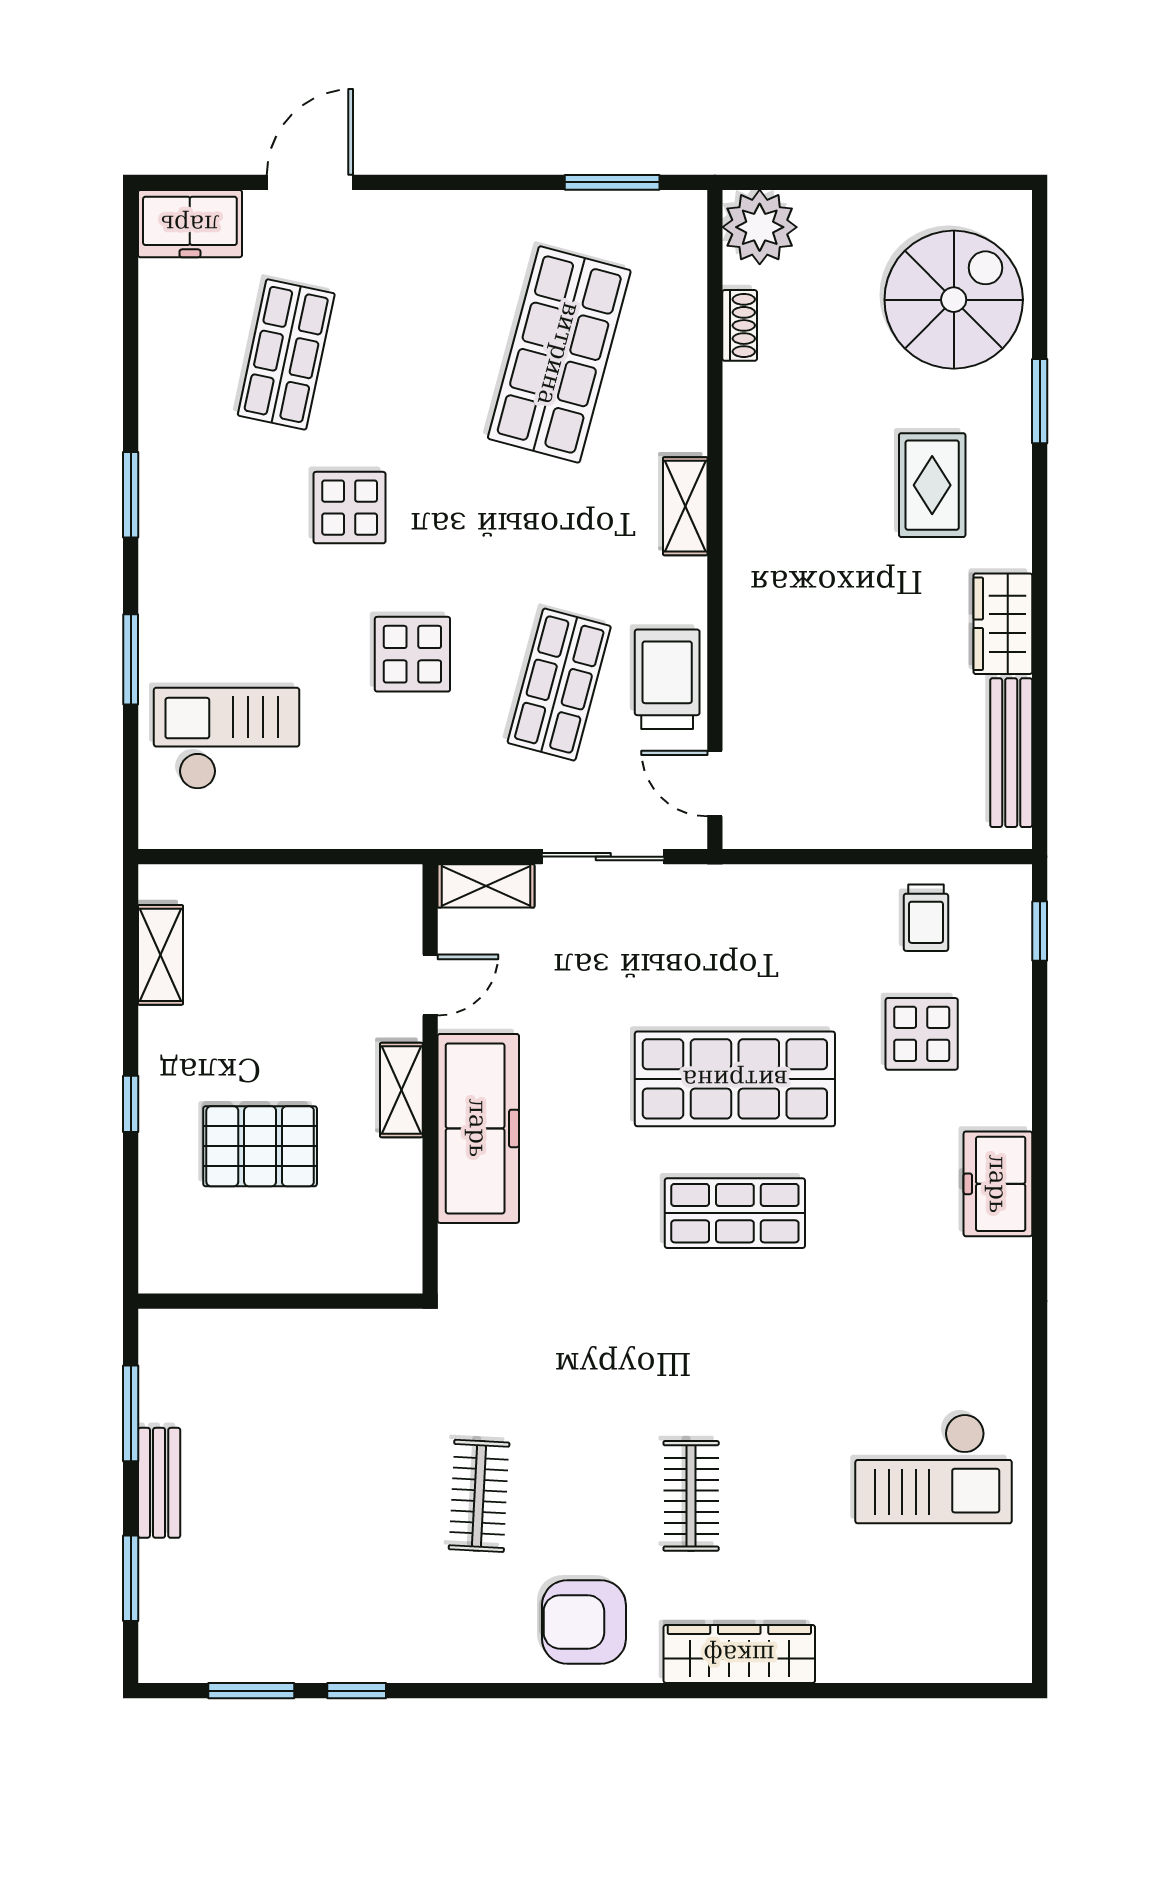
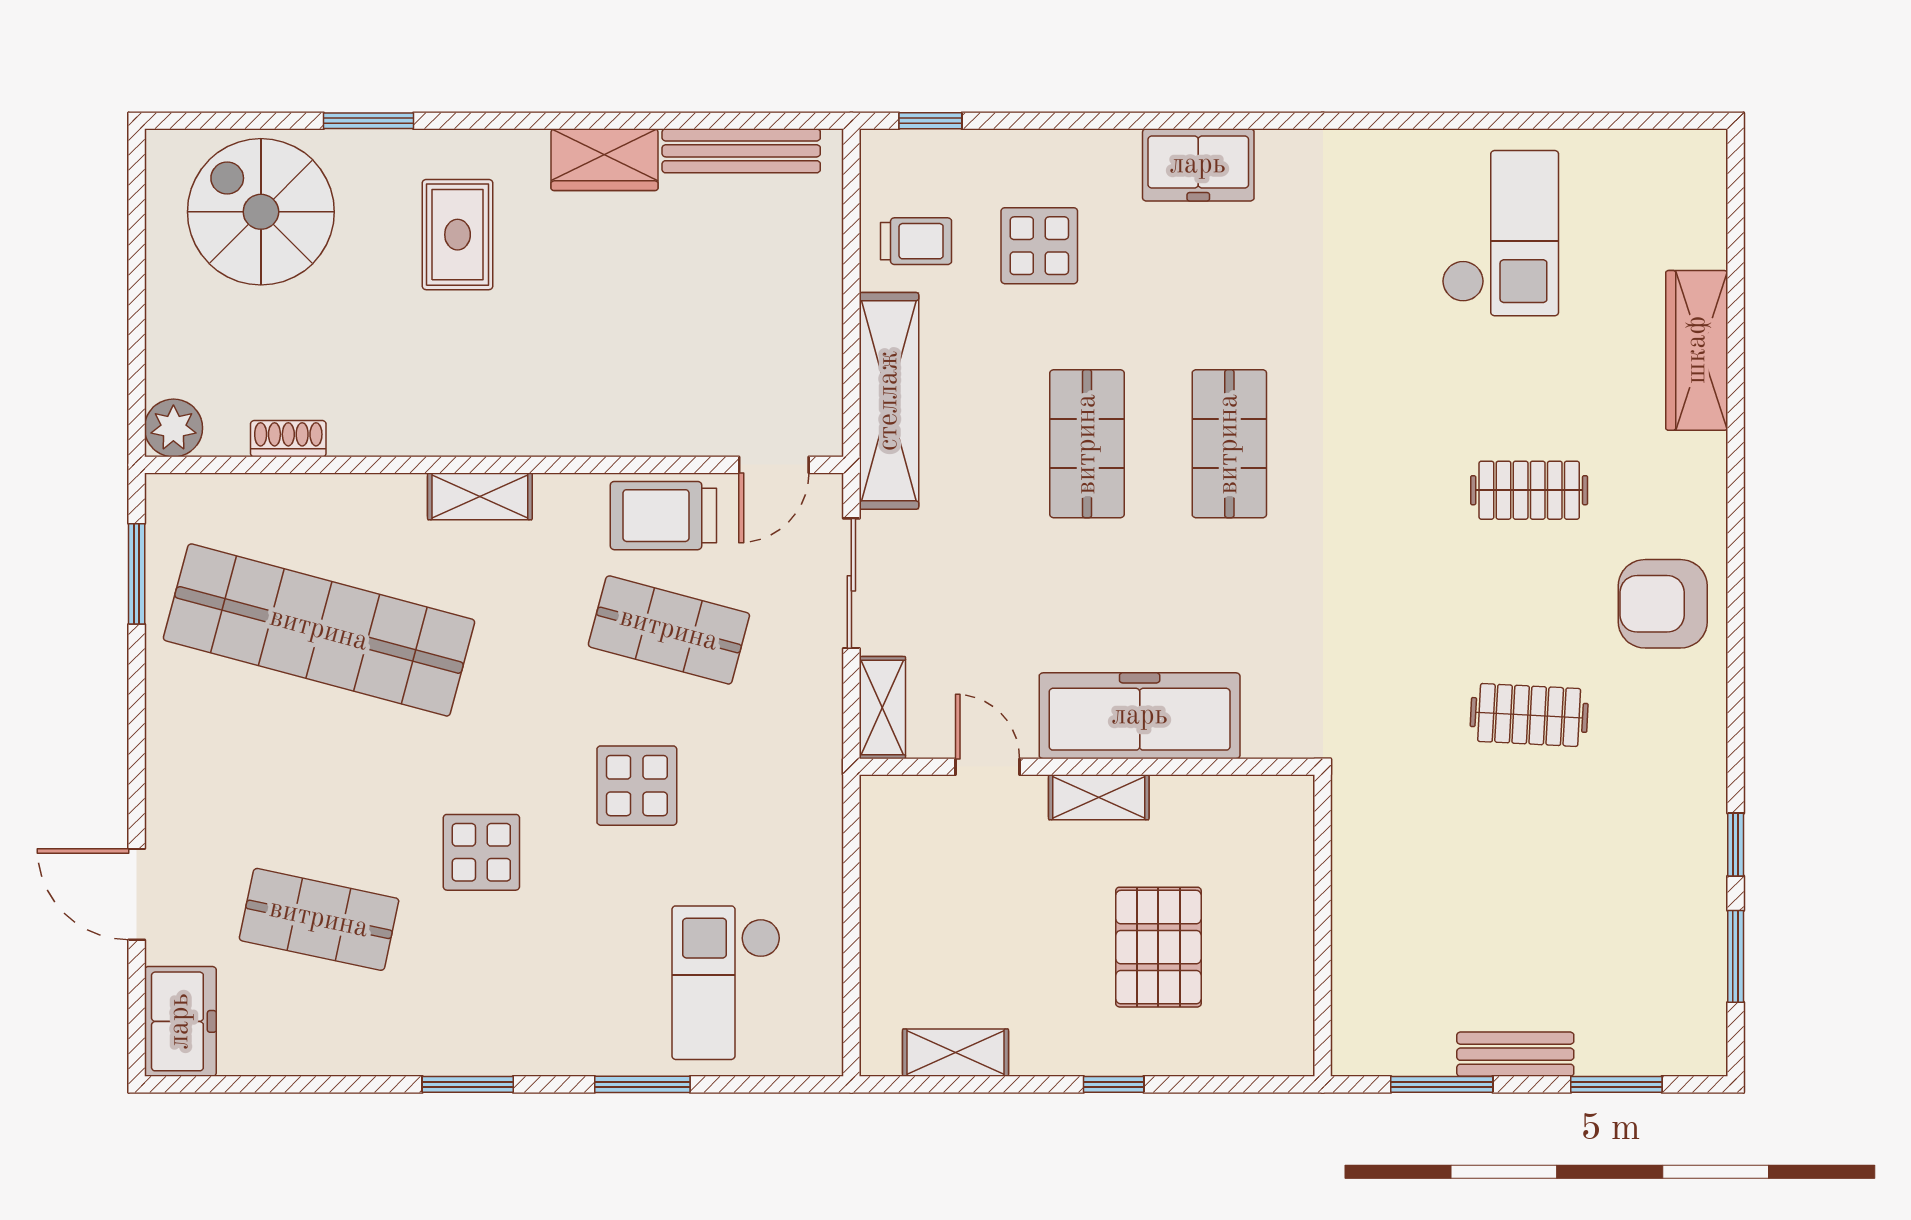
plant: (760, 227) -> (173, 428), width x0.73, depth x0.73
shop shelf: (559, 354) -> (319, 630), width x1.40
rug: (932, 485) -> (458, 235), turned 90
shelving: (775, 892) -> (889, 401), added
shop shelf: (735, 1079) -> (1087, 444), width x0.70, depth x0.74
armchair: (584, 1622) -> (1663, 604), turned 90
wardrobe: (739, 1654) -> (1697, 350), moved

